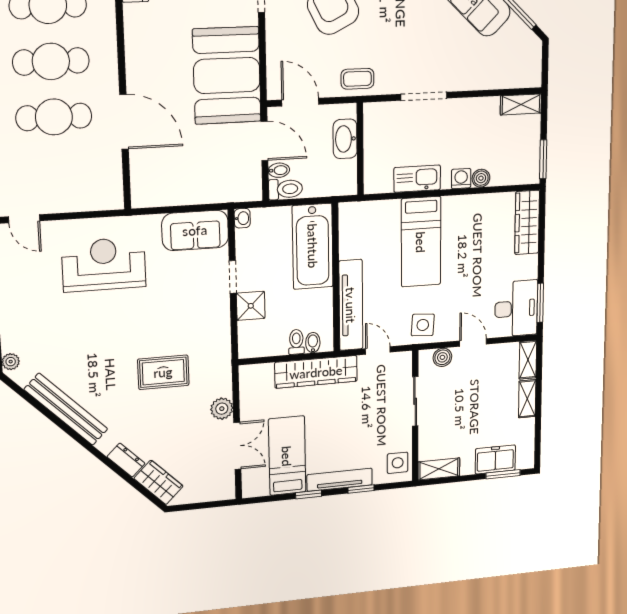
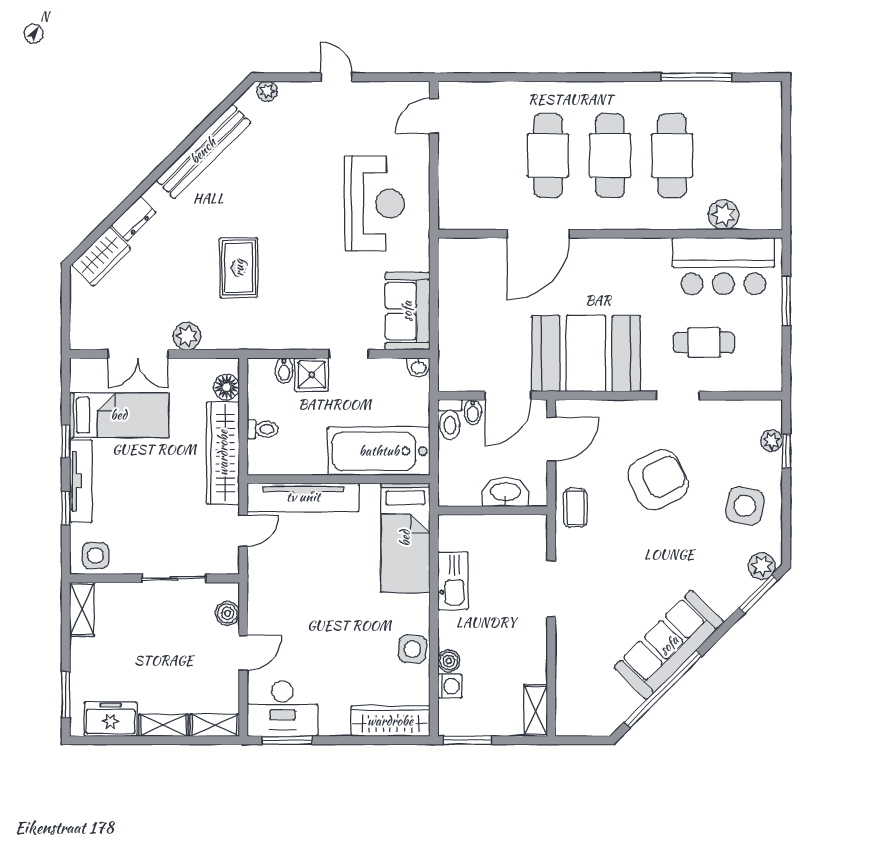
washing machine: (461, 179) -> (450, 686), moved
bed: (421, 242) -> (405, 538), moved, turned -90
side table: (423, 325) -> (412, 649), moved
bidet: (313, 343) -> (284, 371), moved, turned 90
floor lamp: (263, 374) -> (226, 387), added
freezer: (495, 459) -> (111, 719), moved, turned -90

